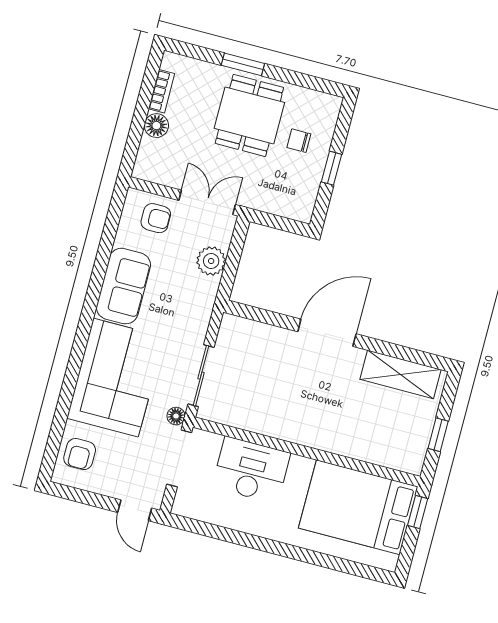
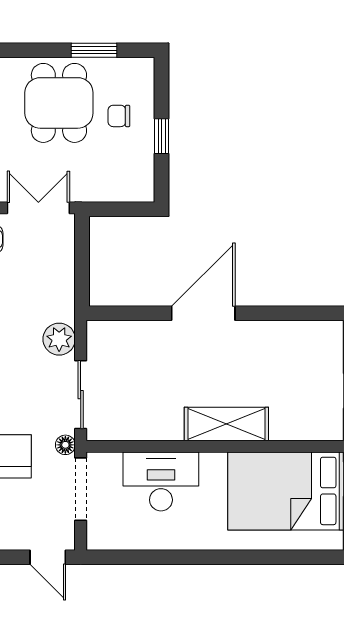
window: (243, 64) -> (94, 50), moved
plant: (211, 261) -> (59, 339), moved
shelving: (400, 374) -> (226, 424), moved

